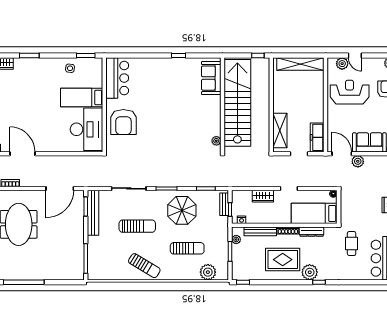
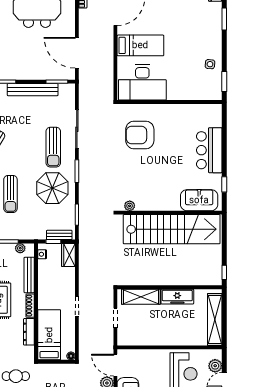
bar counter: (117, 78) -> (209, 150), moved, turned 90
sofa: (211, 78) -> (199, 200), moved
bed: (82, 98) -> (140, 45), moved, turned 90
stairs: (237, 103) -> (172, 229), moved
wall: (222, 105) -> (169, 213), moved
armchair: (123, 122) -> (140, 135), moved
freezer: (317, 137) -> (177, 297), moved, turned 180
plant: (216, 141) -> (130, 206), moved
door: (342, 154) -> (115, 365), swing flipped
wardrobe: (263, 196) -> (68, 255), moved
bench: (93, 213) -> (33, 90), moved
sun lounger: (137, 226) -> (53, 147), moved

